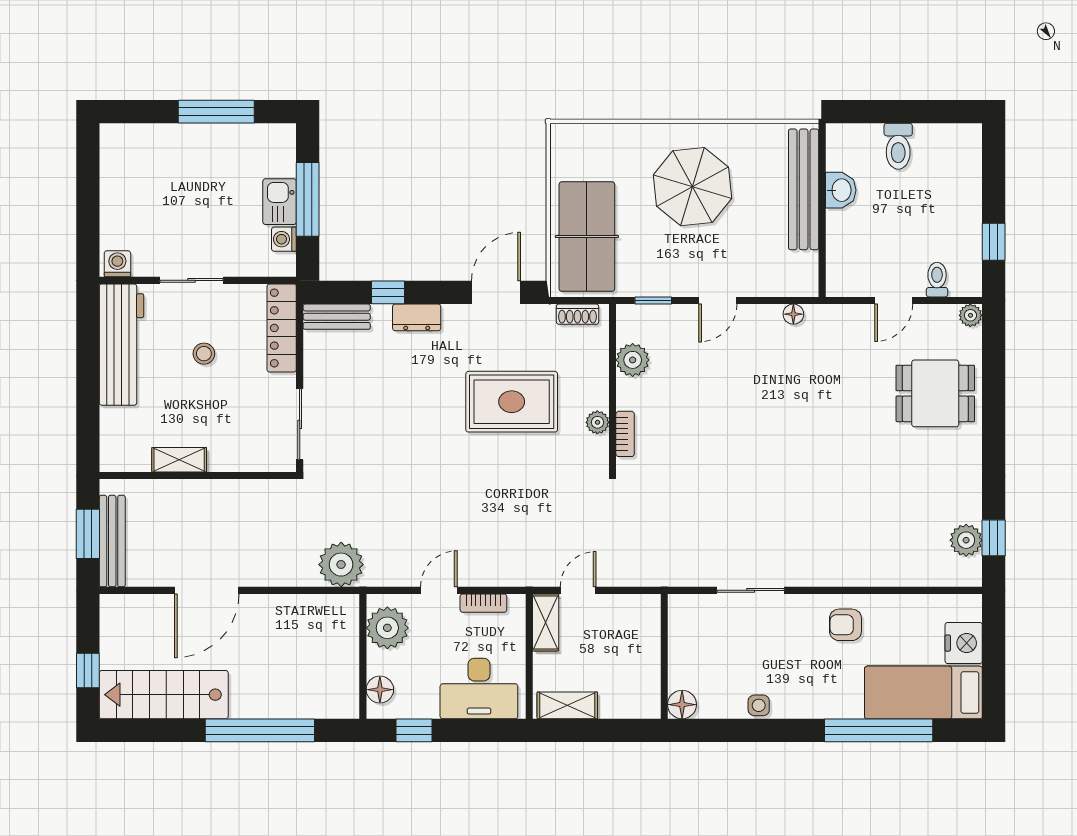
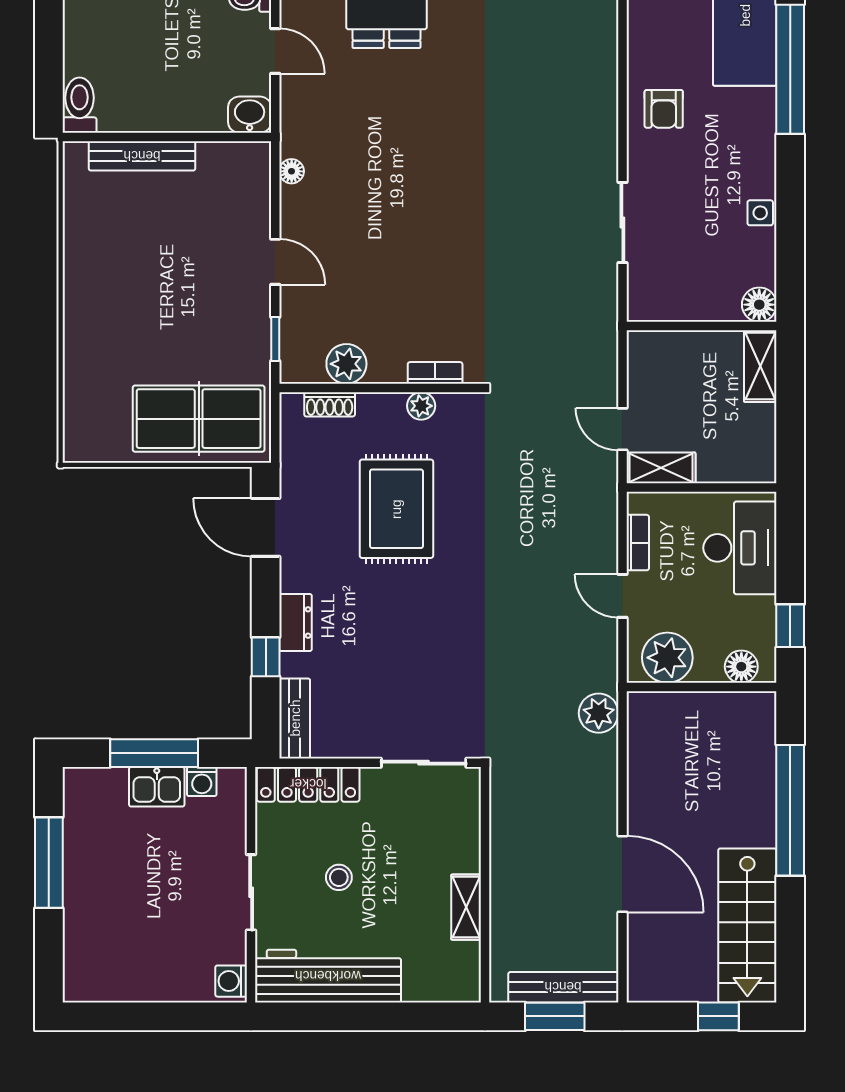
toilet: (898, 146) -> (80, 105), moved, turned -90
parasol: (693, 187) -> (139, 292), removed
bench: (804, 189) -> (142, 156), width x0.73, depth x0.82
washbasin: (841, 190) -> (250, 115), moved
shoe rack: (577, 314) -> (330, 404), moved, turned 90
plant: (341, 565) -> (599, 713), width x0.73, depth x0.73
shelving: (567, 705) -> (760, 366), moved

